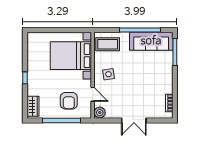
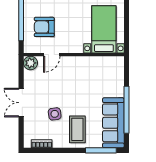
coffee table: (108, 44) -> (77, 129), moved
bed with nightstands: (71, 56) -> (104, 29), width x0.73
side table: (108, 74) -> (55, 114), moved

